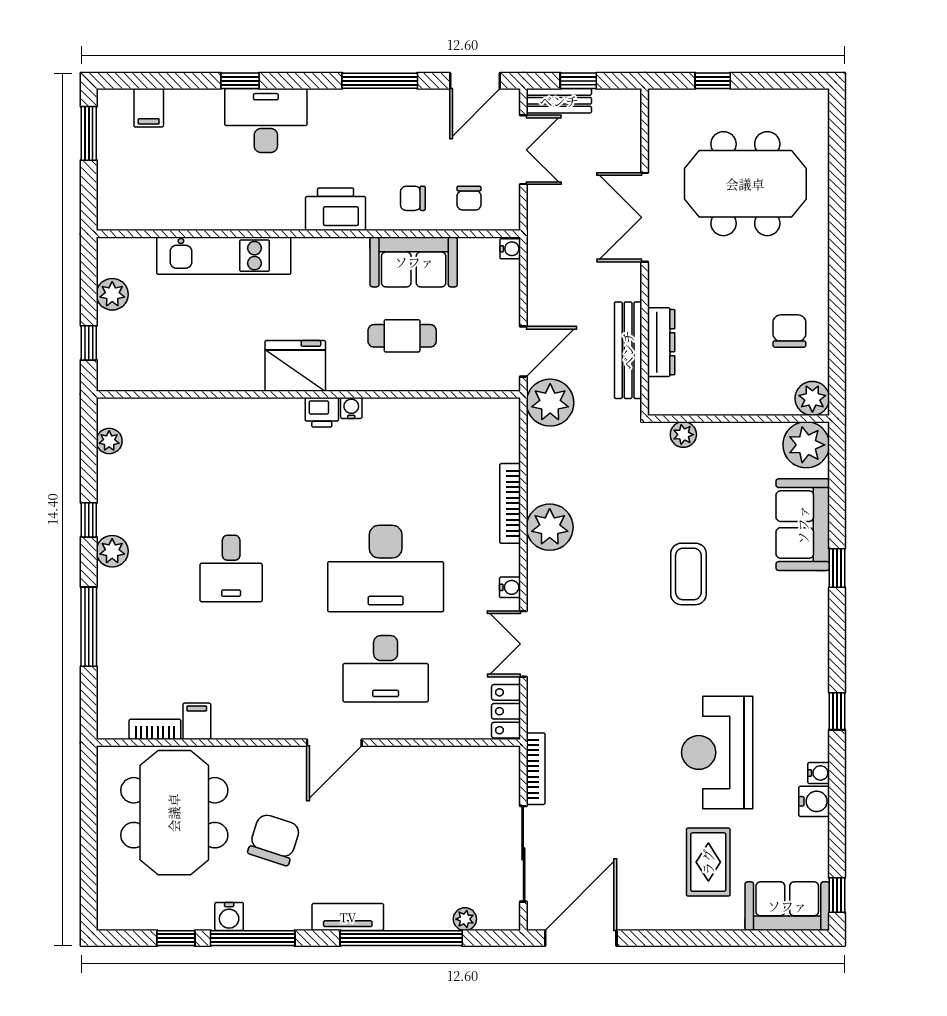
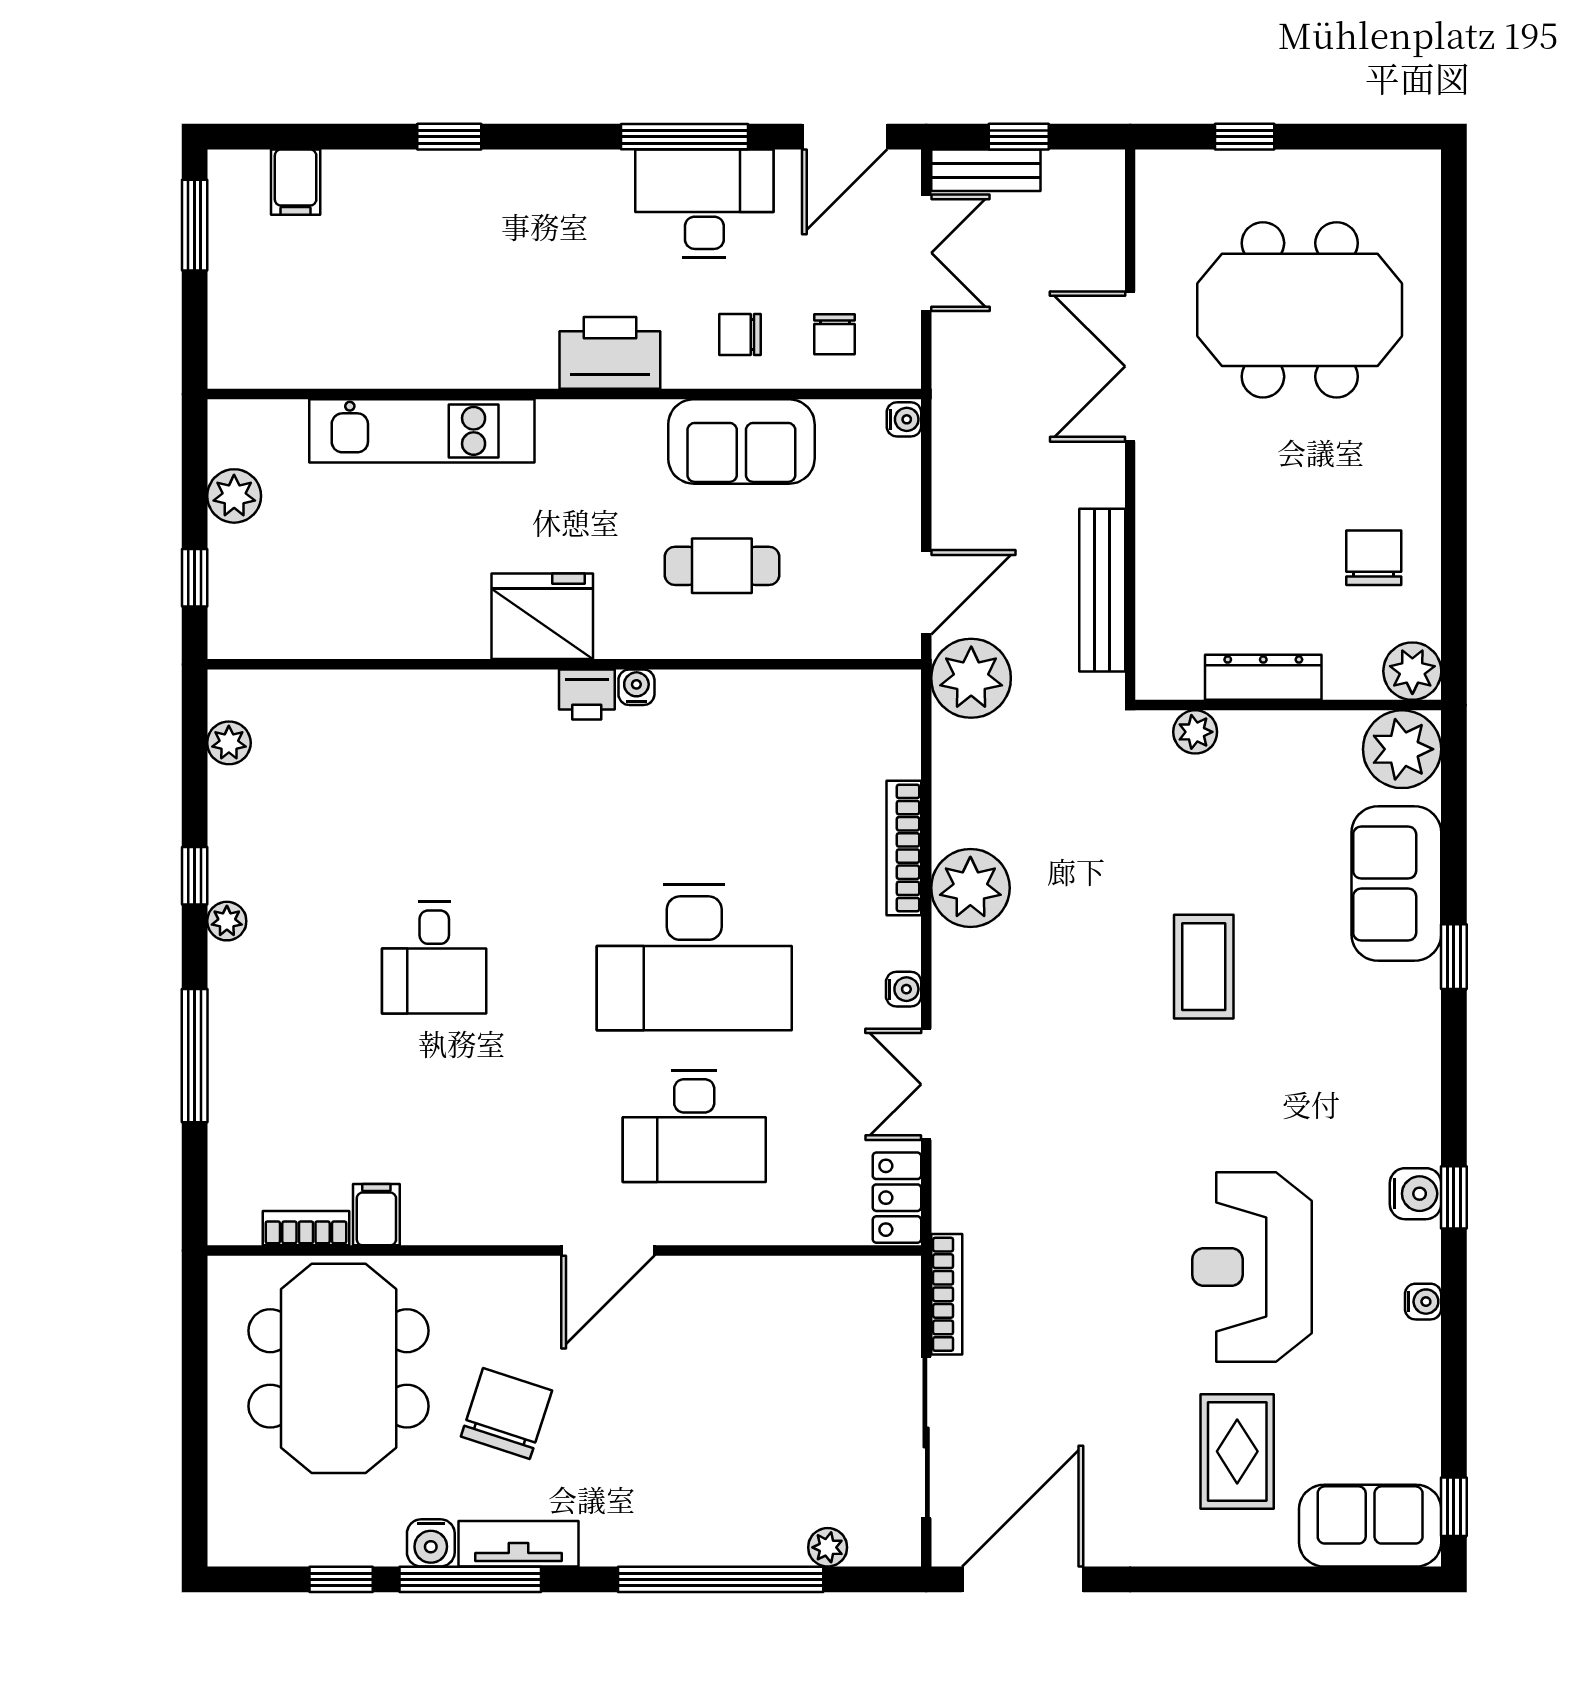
desk: (266, 121) -> (704, 204), moved
dresser: (661, 342) -> (1263, 677), moved, turned -90
plant: (112, 551) -> (227, 921), width x0.73, depth x0.73
water cooler: (814, 801) -> (1415, 1194), moved
tv unit: (348, 917) -> (518, 1544), moved

